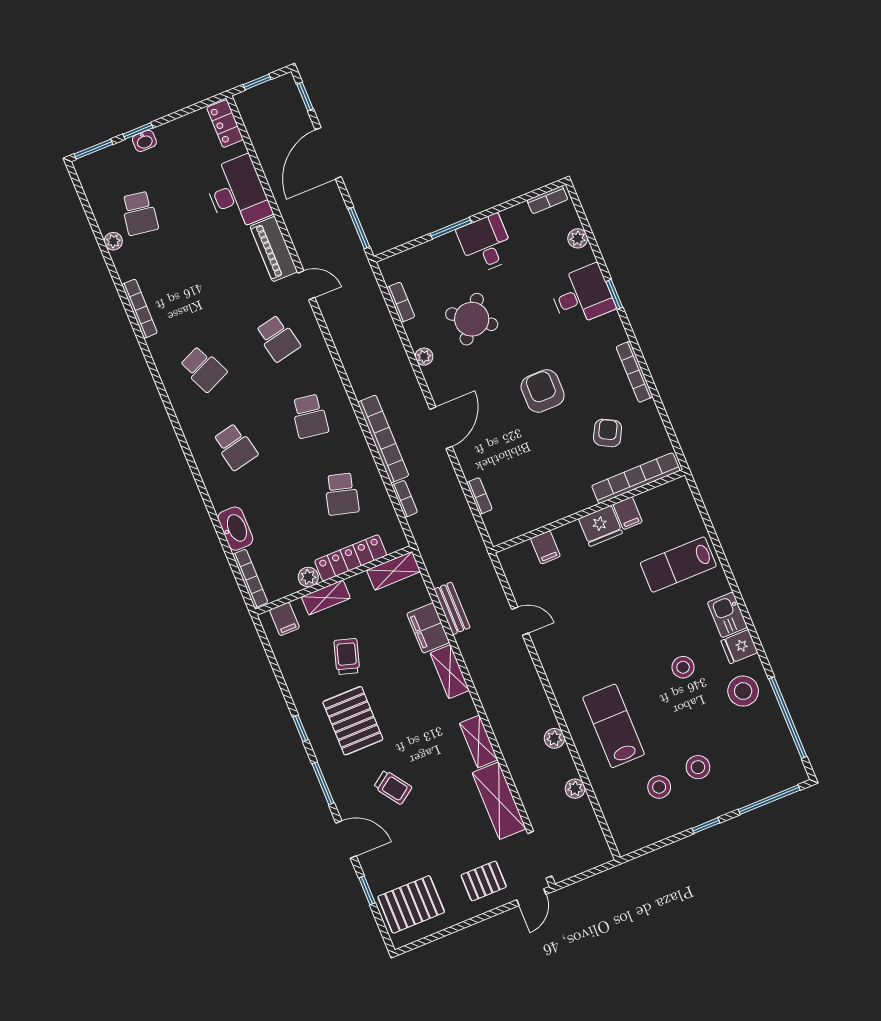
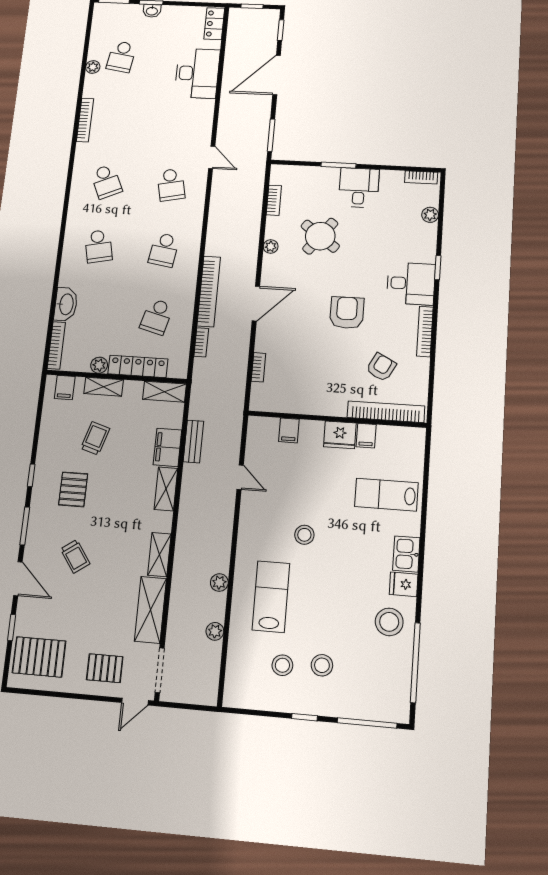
piano: (274, 249) -> (202, 122), removed
desk: (582, 295) -> (411, 283), moved
stool: (683, 667) -> (304, 535), moved
pallet: (353, 721) -> (73, 489), width x0.67, depth x0.71

